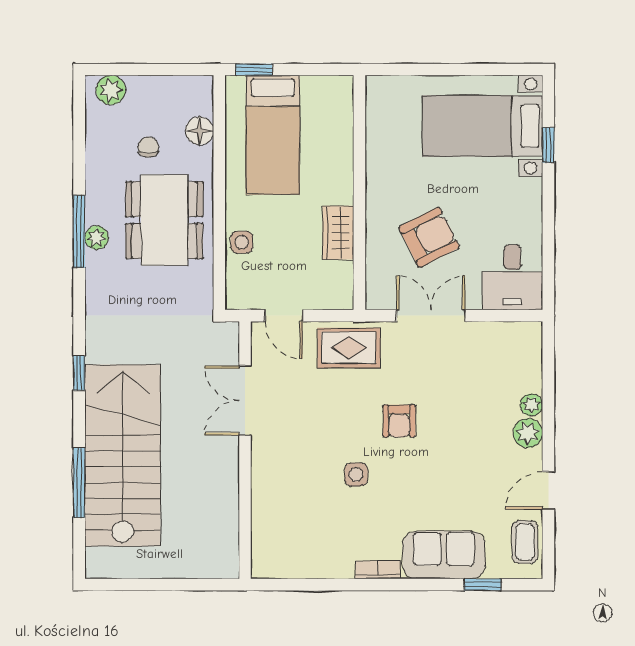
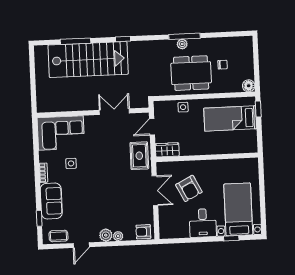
plant: (111, 90) -> (247, 47), removed
floor lamp: (199, 131) -> (249, 86), moved
wardrobe: (338, 233) -> (167, 150), moved
desk: (512, 277) -> (203, 223), moved, turned -90
armchair: (399, 421) -> (143, 232), moved
side table: (356, 474) -> (71, 163), moved
door: (548, 491) -> (81, 245), swing flipped
corner sofa: (289, 526) -> (61, 133), added

